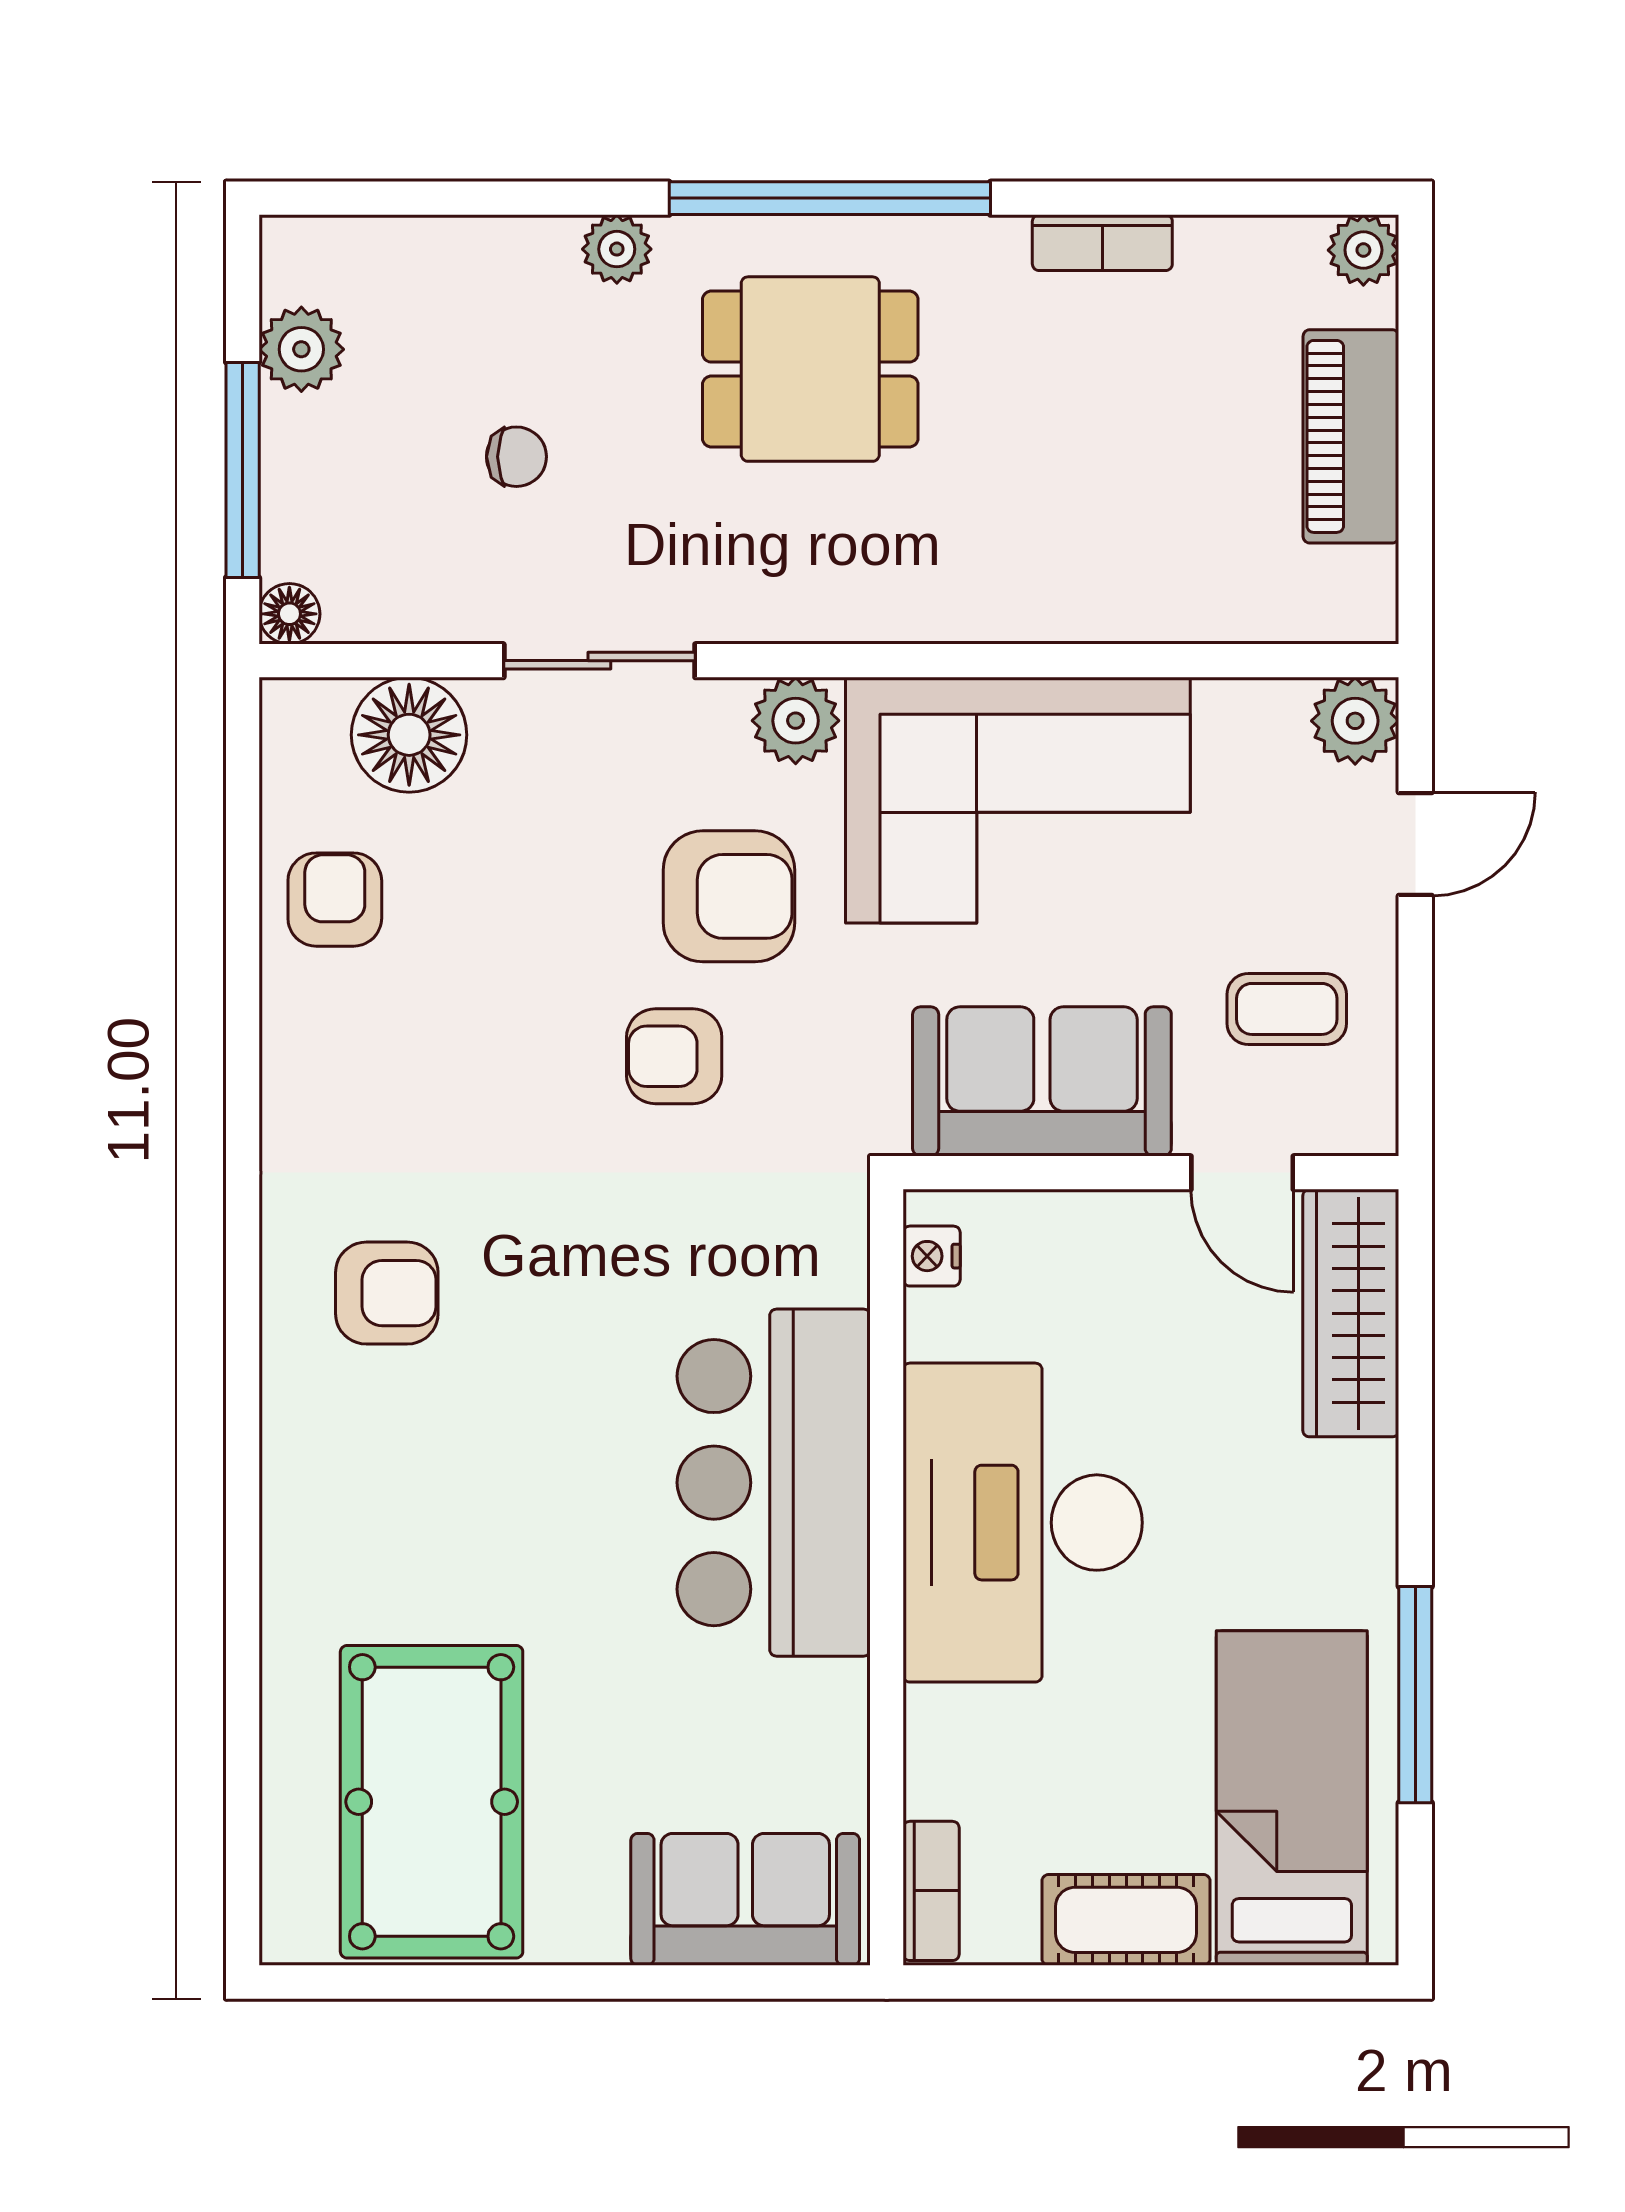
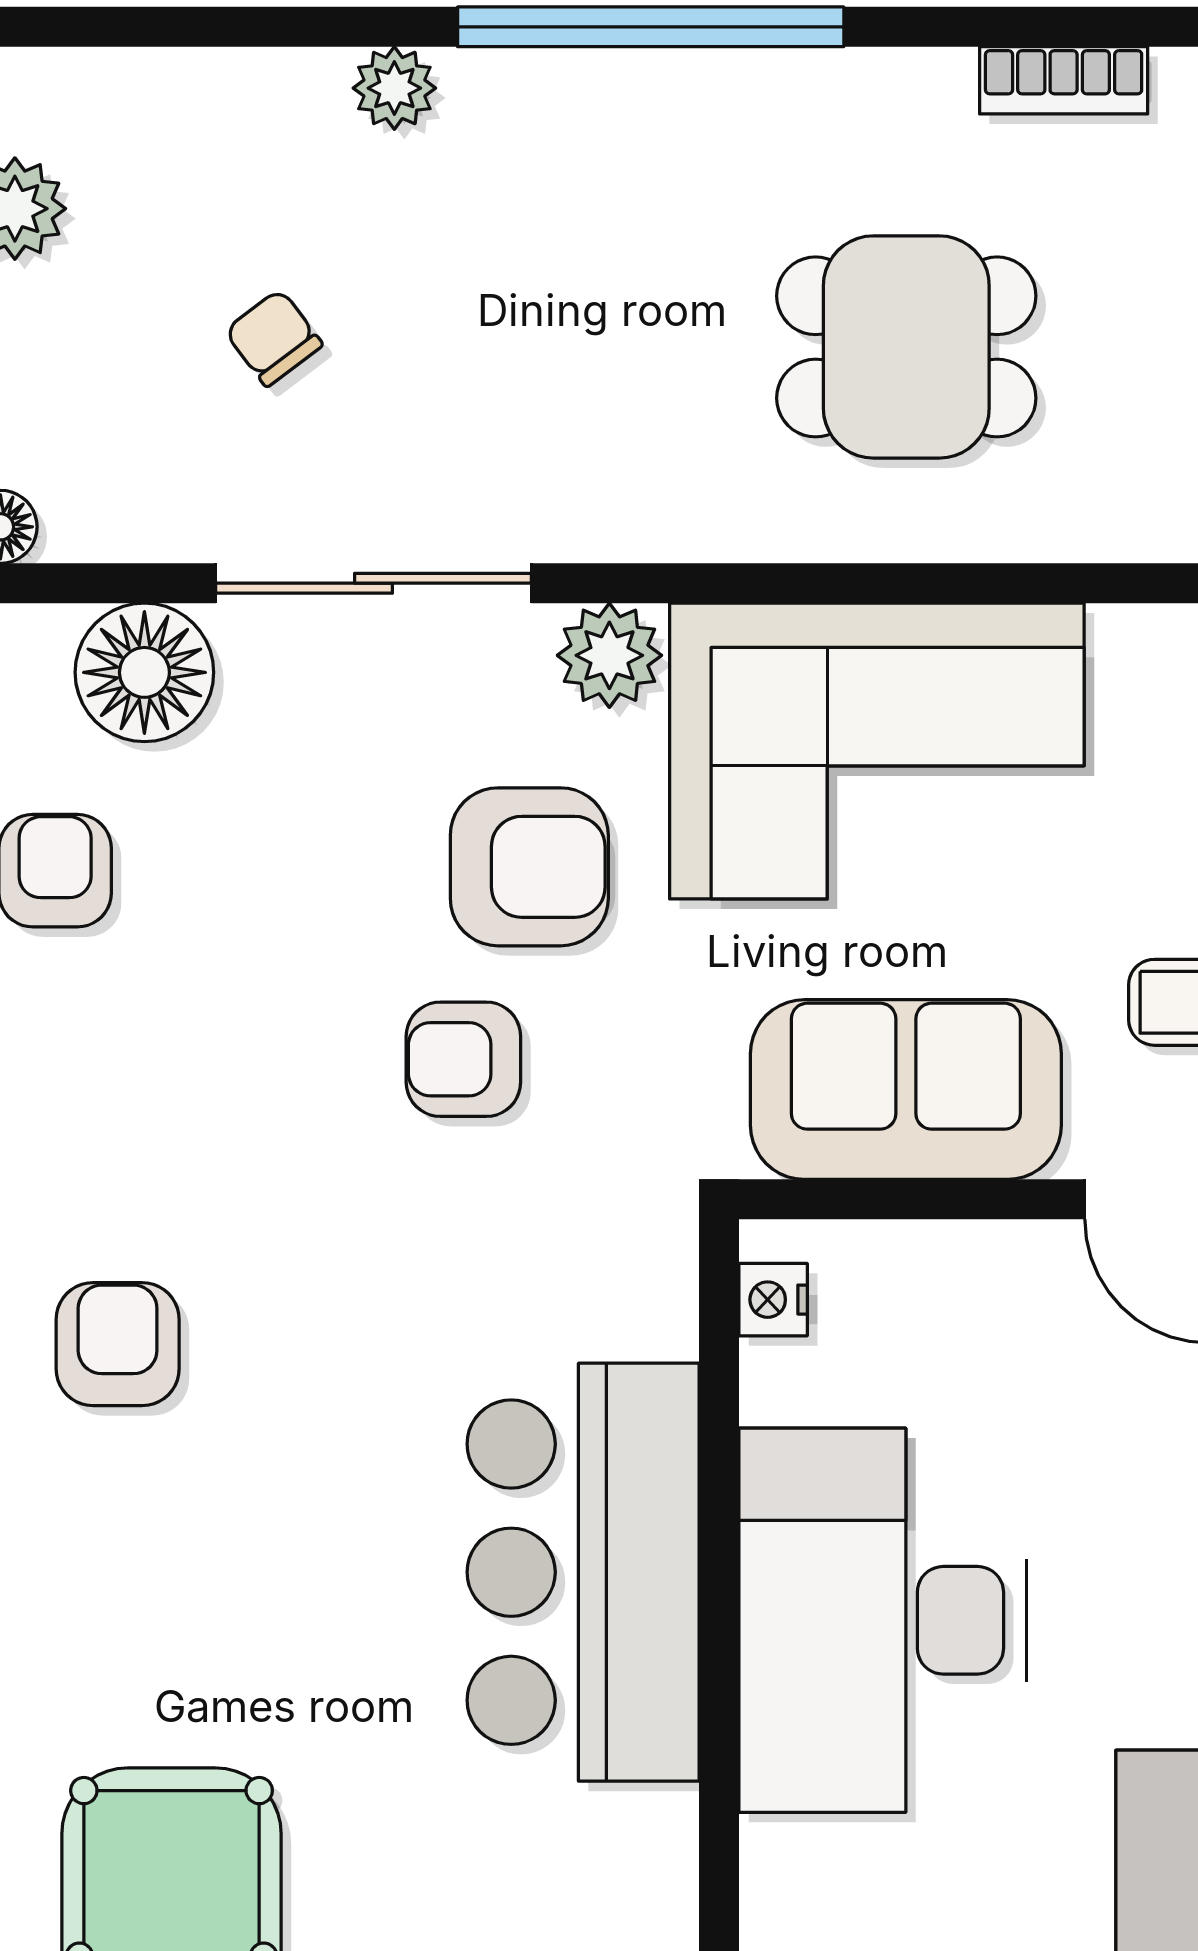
bookcase: (1102, 243) -> (1064, 80), moved
dining table: (810, 369) -> (906, 347), moved
chair: (516, 457) -> (274, 338), turned -127
sliding door: (599, 661) -> (374, 583), width x1.37
armchair: (387, 1293) -> (118, 1344), turned -90

